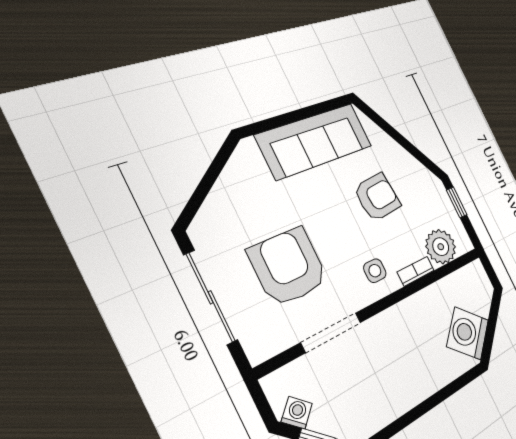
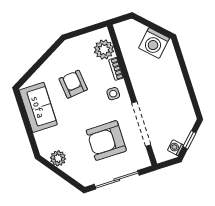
sofa: (315, 141) -> (38, 107), width x0.73
plant: (239, 174) -> (58, 158), added
window: (457, 202) -> (79, 32), removed
doorway: (331, 332) -> (141, 124), width x1.36

